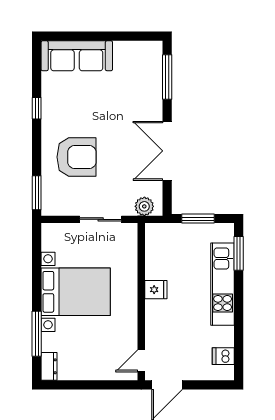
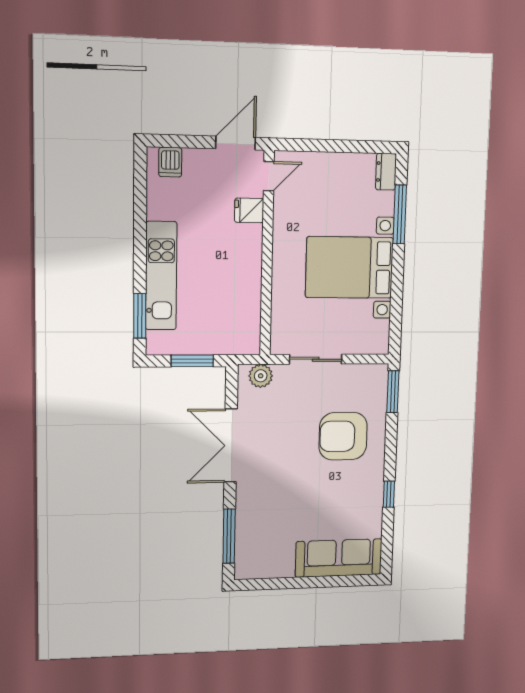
double door: (167, 151) -> (231, 446), swing flipped
fridge: (156, 290) -> (249, 210), moved
dishwasher: (223, 356) -> (170, 162), moved, turned 90

